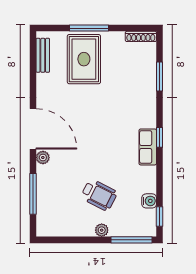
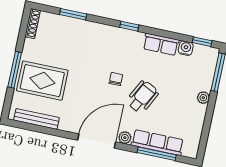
bench: (43, 55) -> (36, 119), width x1.36
chair: (102, 135) -> (116, 79), added
row of seats: (148, 147) -> (161, 44), moved
row of seats: (45, 192) -> (157, 143), added
wheelchair: (99, 195) -> (142, 97), moved

